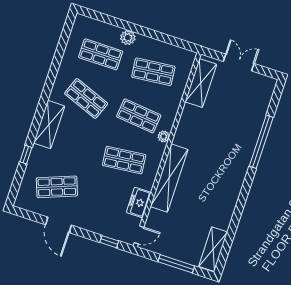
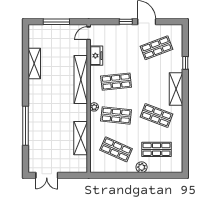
double door: (239, 62) -> (47, 175), moved
shop shelf: (153, 72) -> (116, 149), turned 30
shelving: (201, 83) -> (81, 138), moved
window: (109, 242) -> (126, 22), moved
shelving: (213, 249) -> (34, 63), moved

